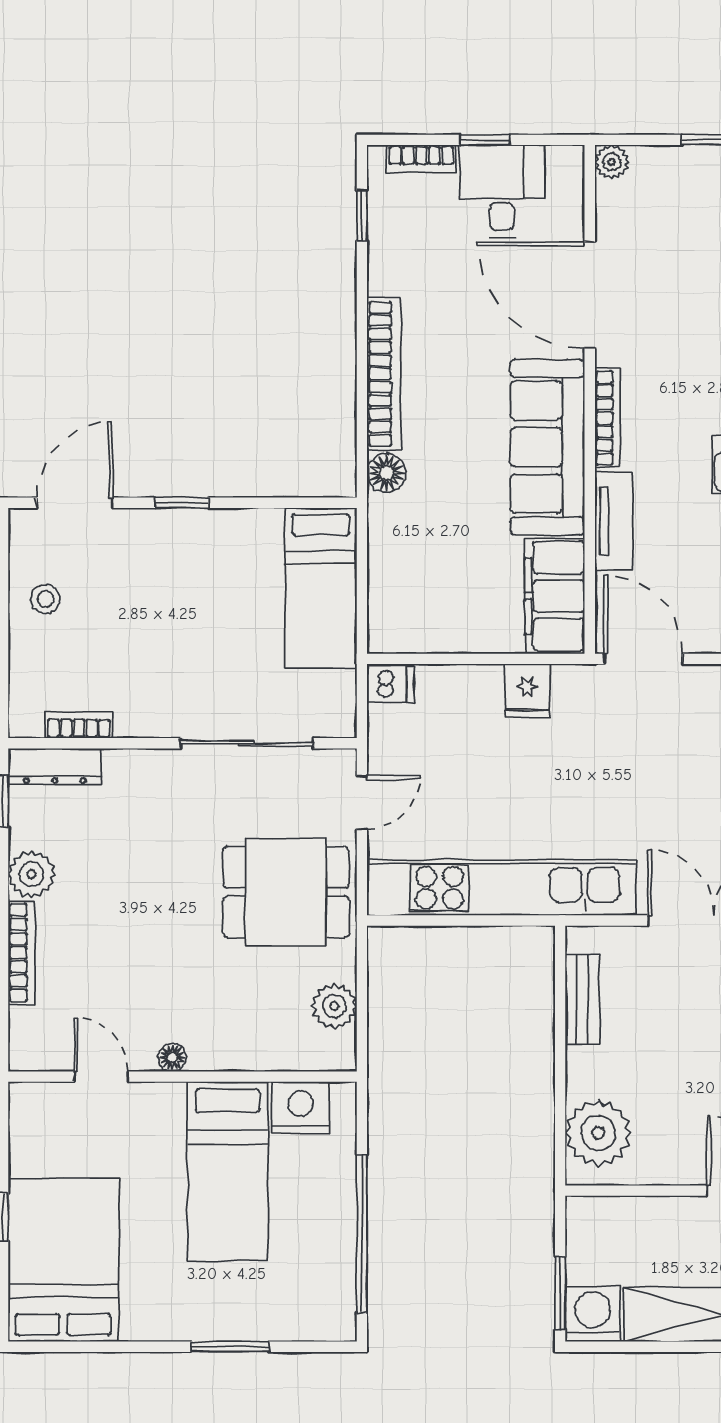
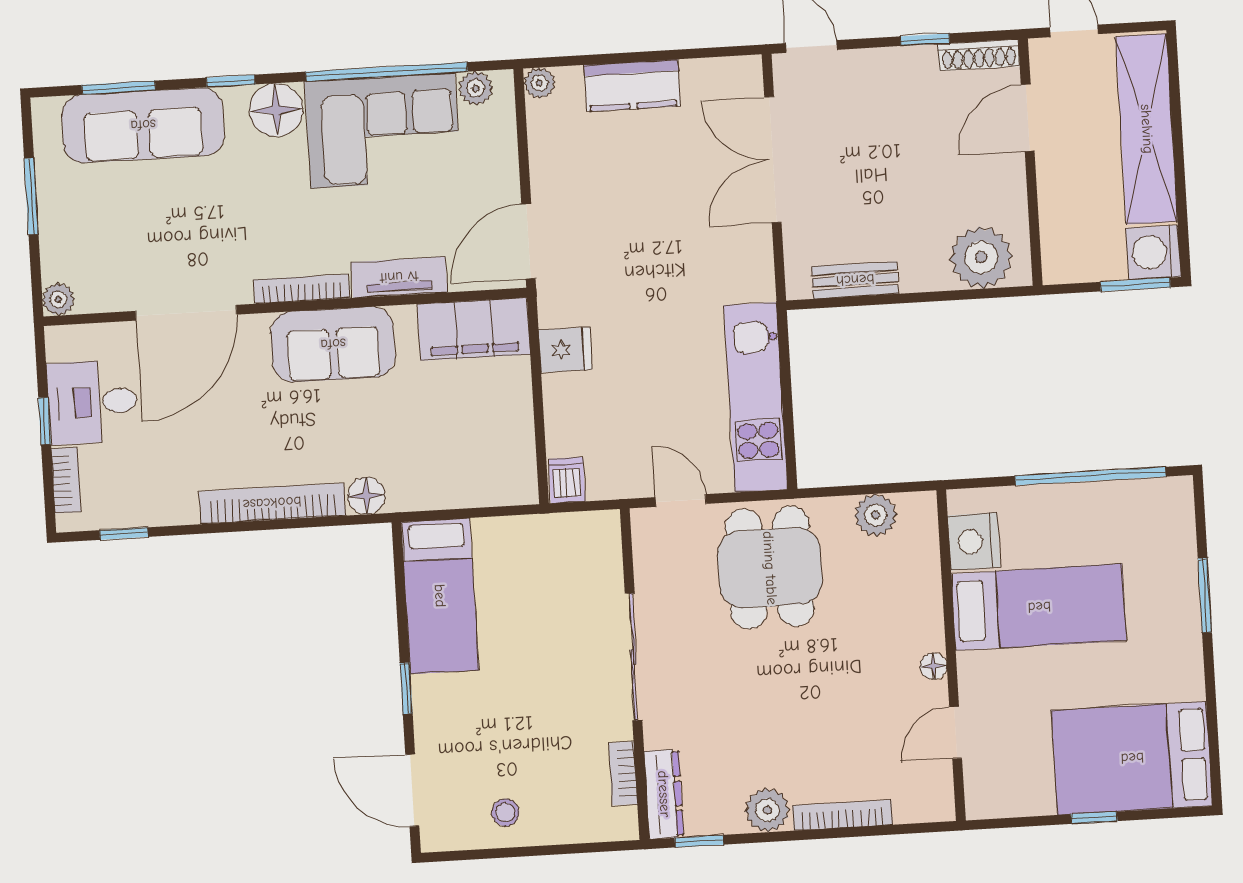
sofa: (547, 447) -> (333, 344), width x0.73
bed: (321, 588) -> (440, 596), moved, turned 90
sliding door: (247, 743) -> (634, 657), moved
kitchen unit: (501, 888) -> (756, 397), width x0.73

